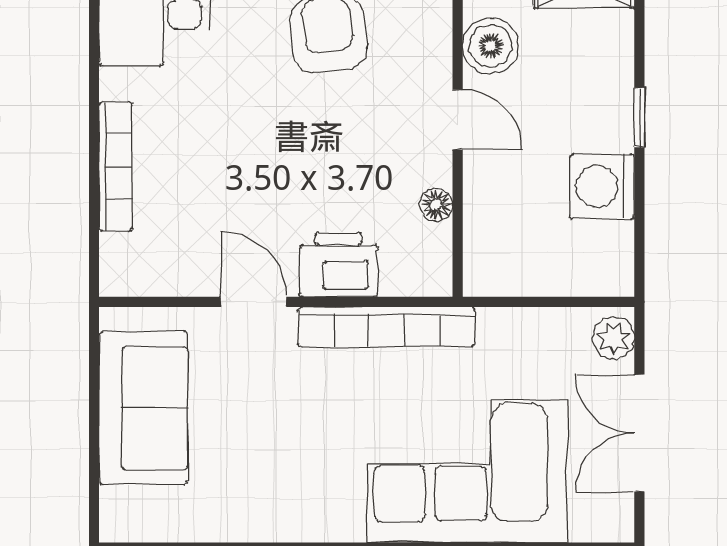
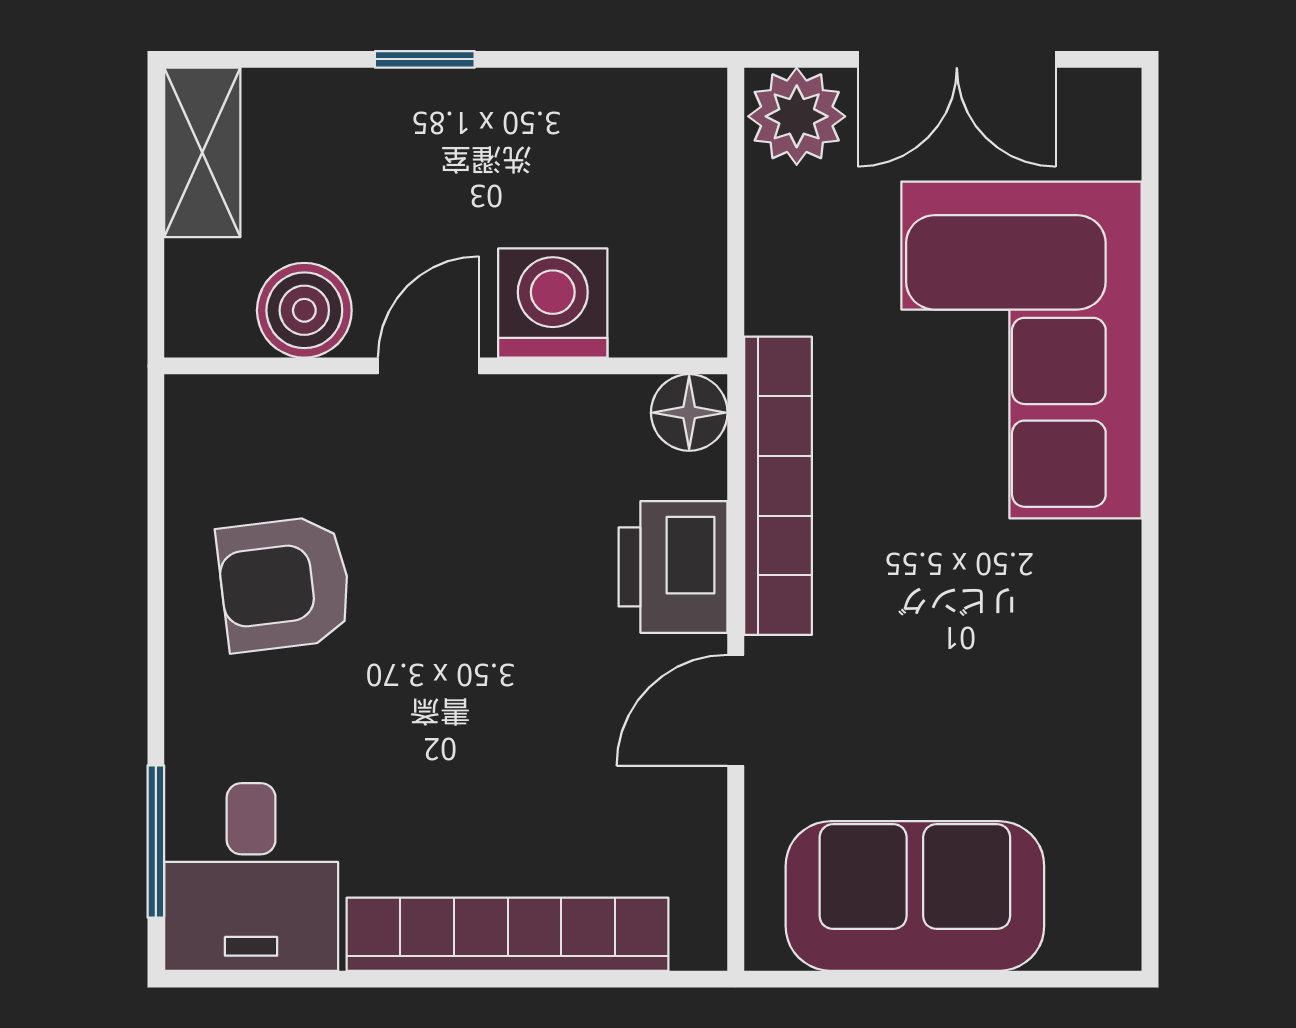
bookcase: (115, 166) -> (508, 934), width x1.48, depth x1.31
washing machine: (602, 186) -> (553, 303), moved, turned 180
floor lamp: (436, 205) -> (689, 413), moved, width x1.37, depth x1.37
plant: (614, 338) -> (797, 116), width x1.38, depth x1.38

